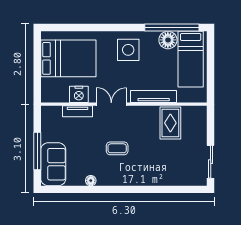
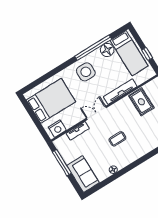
window: (172, 27) -> (93, 48), moved
window: (211, 73) -> (147, 54), added
nightstand: (79, 94) -> (57, 129), moved
window: (37, 151) -> (62, 163), moved

